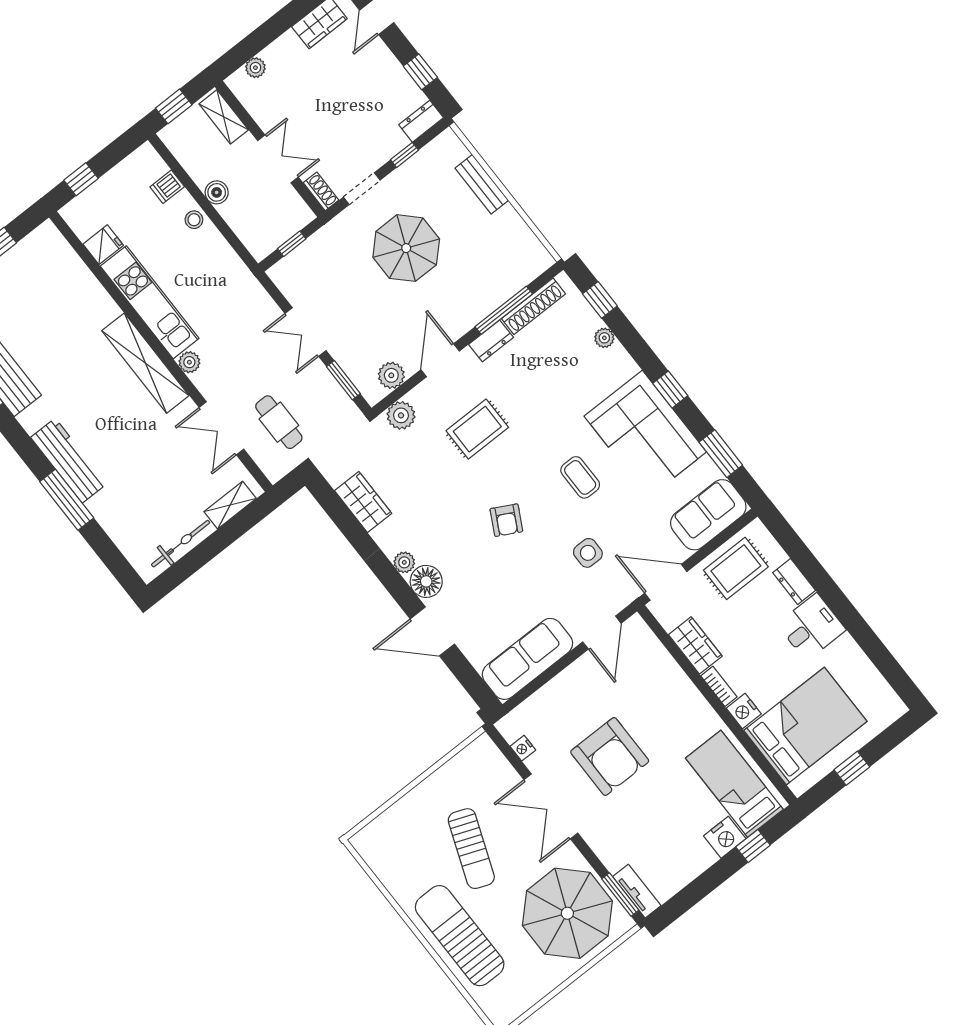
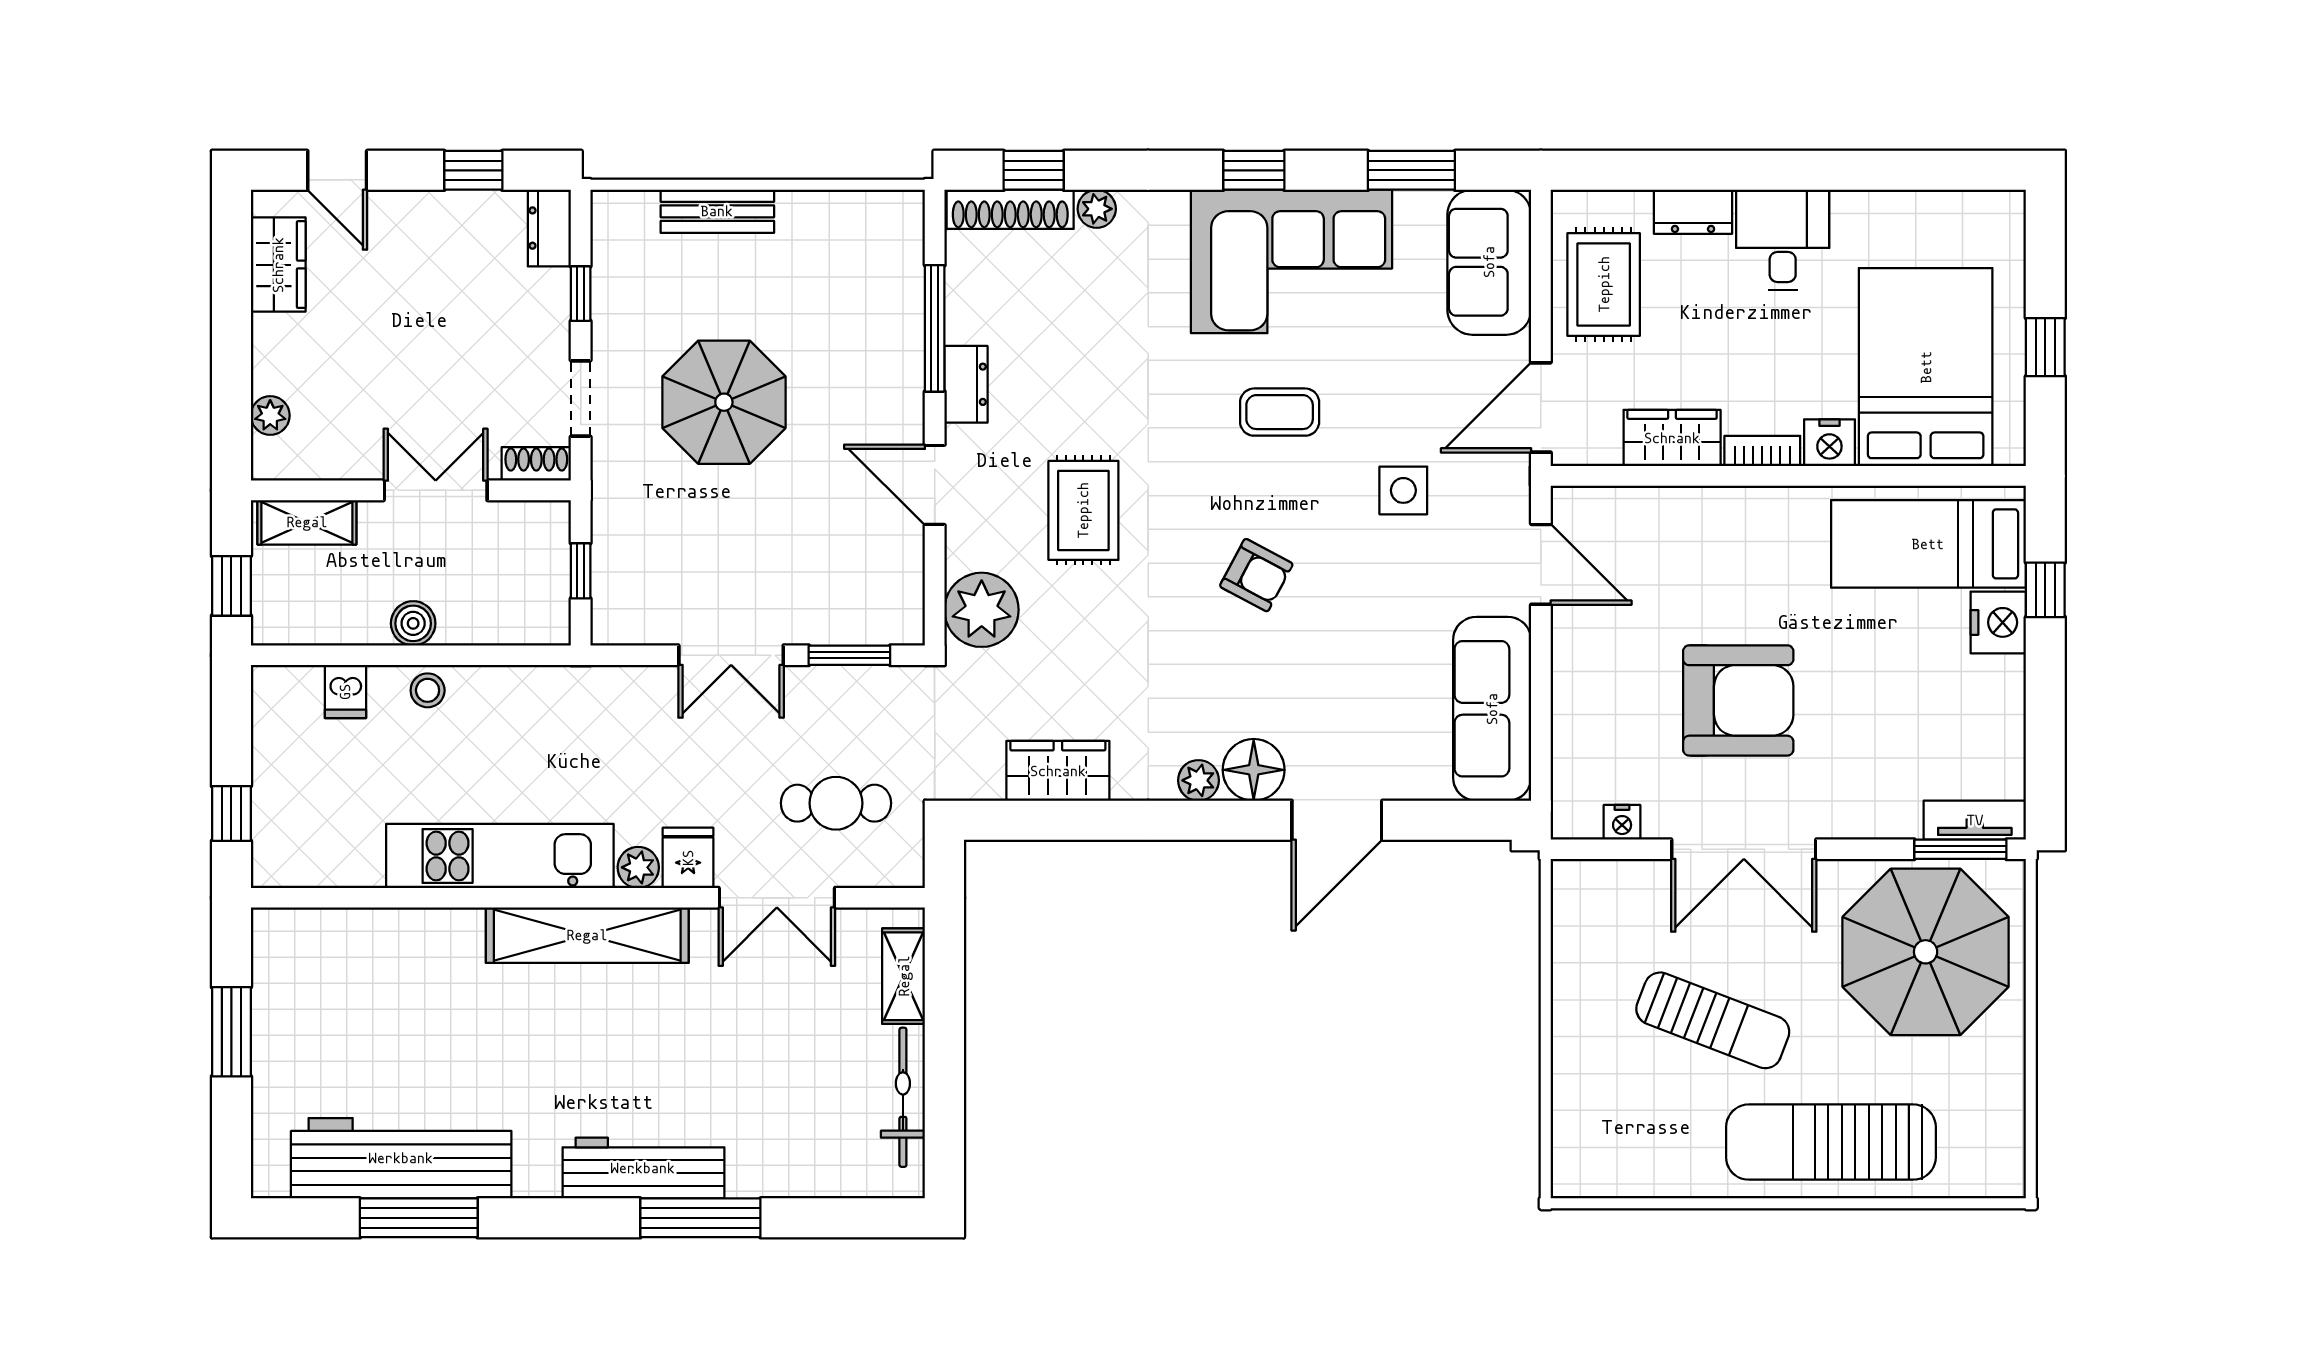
fridge: (103, 245) -> (688, 858), moved
shoe rack: (533, 306) -> (1010, 209), moved, turned 90
plant: (391, 375) -> (899, 577), removed
plant: (401, 415) -> (982, 610), width x1.36, depth x1.36

